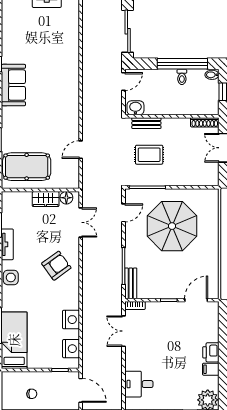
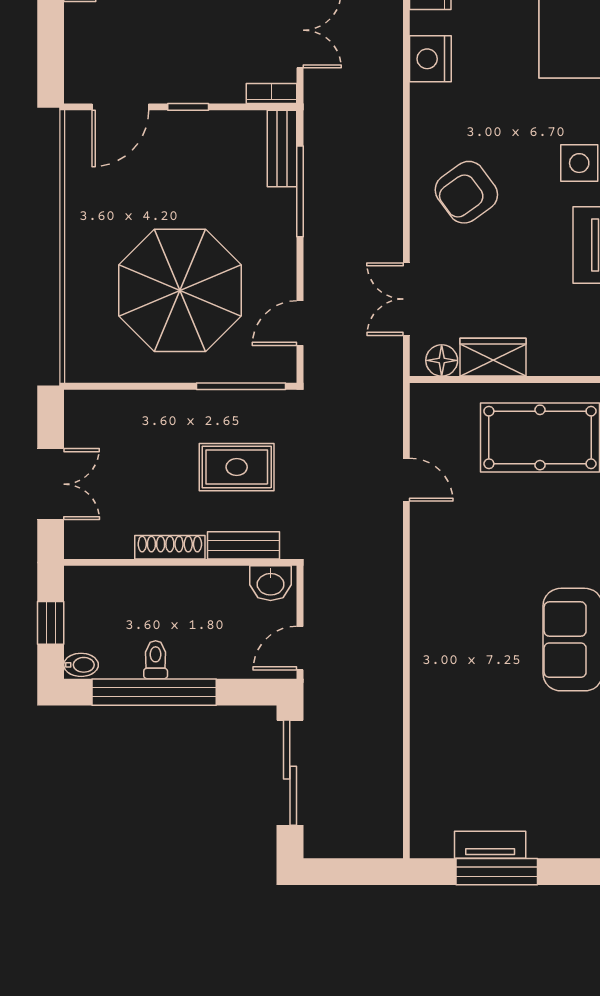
shoe rack: (205, 122) -> (170, 547), moved
door: (81, 150) -> (406, 480), hinge flipped

